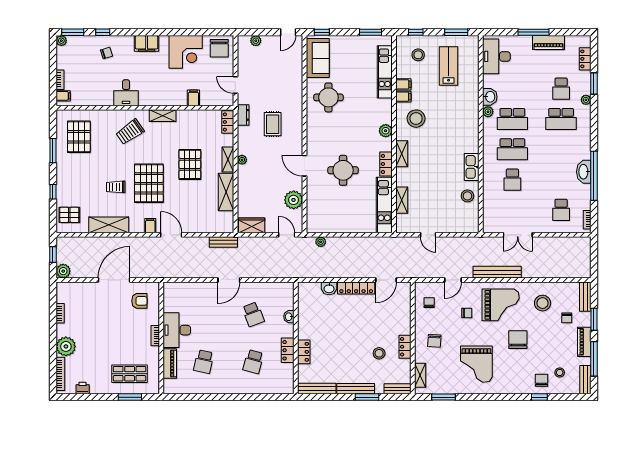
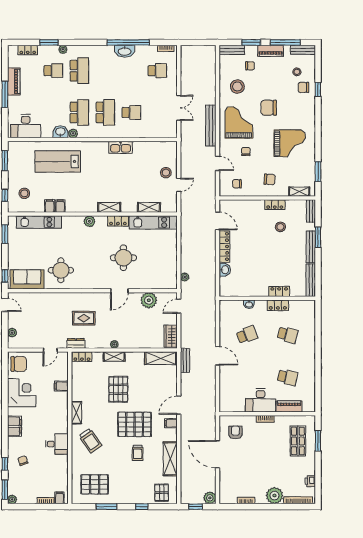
lab bench: (449, 66) -> (58, 161), moved, width x1.36, depth x1.39
stool: (416, 119) -> (79, 195), removed
pallet: (190, 164) -> (118, 389), turned 90
shelving: (226, 192) -> (161, 358), moved
stool: (467, 196) -> (166, 173), moved

